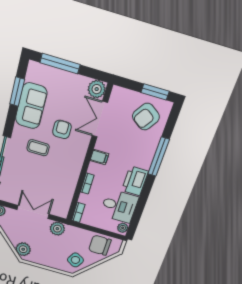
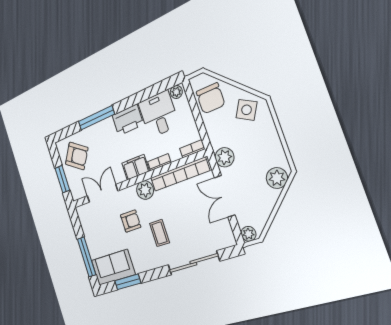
plant: (97, 89) -> (145, 190), moved
window: (155, 92) -> (62, 179), moved
sofa: (31, 106) -> (113, 267), moved
double door: (100, 119) -> (102, 193), swing flipped
armchair: (62, 129) -> (131, 221), turned 180
filing cabinet: (99, 157) -> (136, 167), width x2.00
bookcase: (68, 192) -> (180, 174), added

